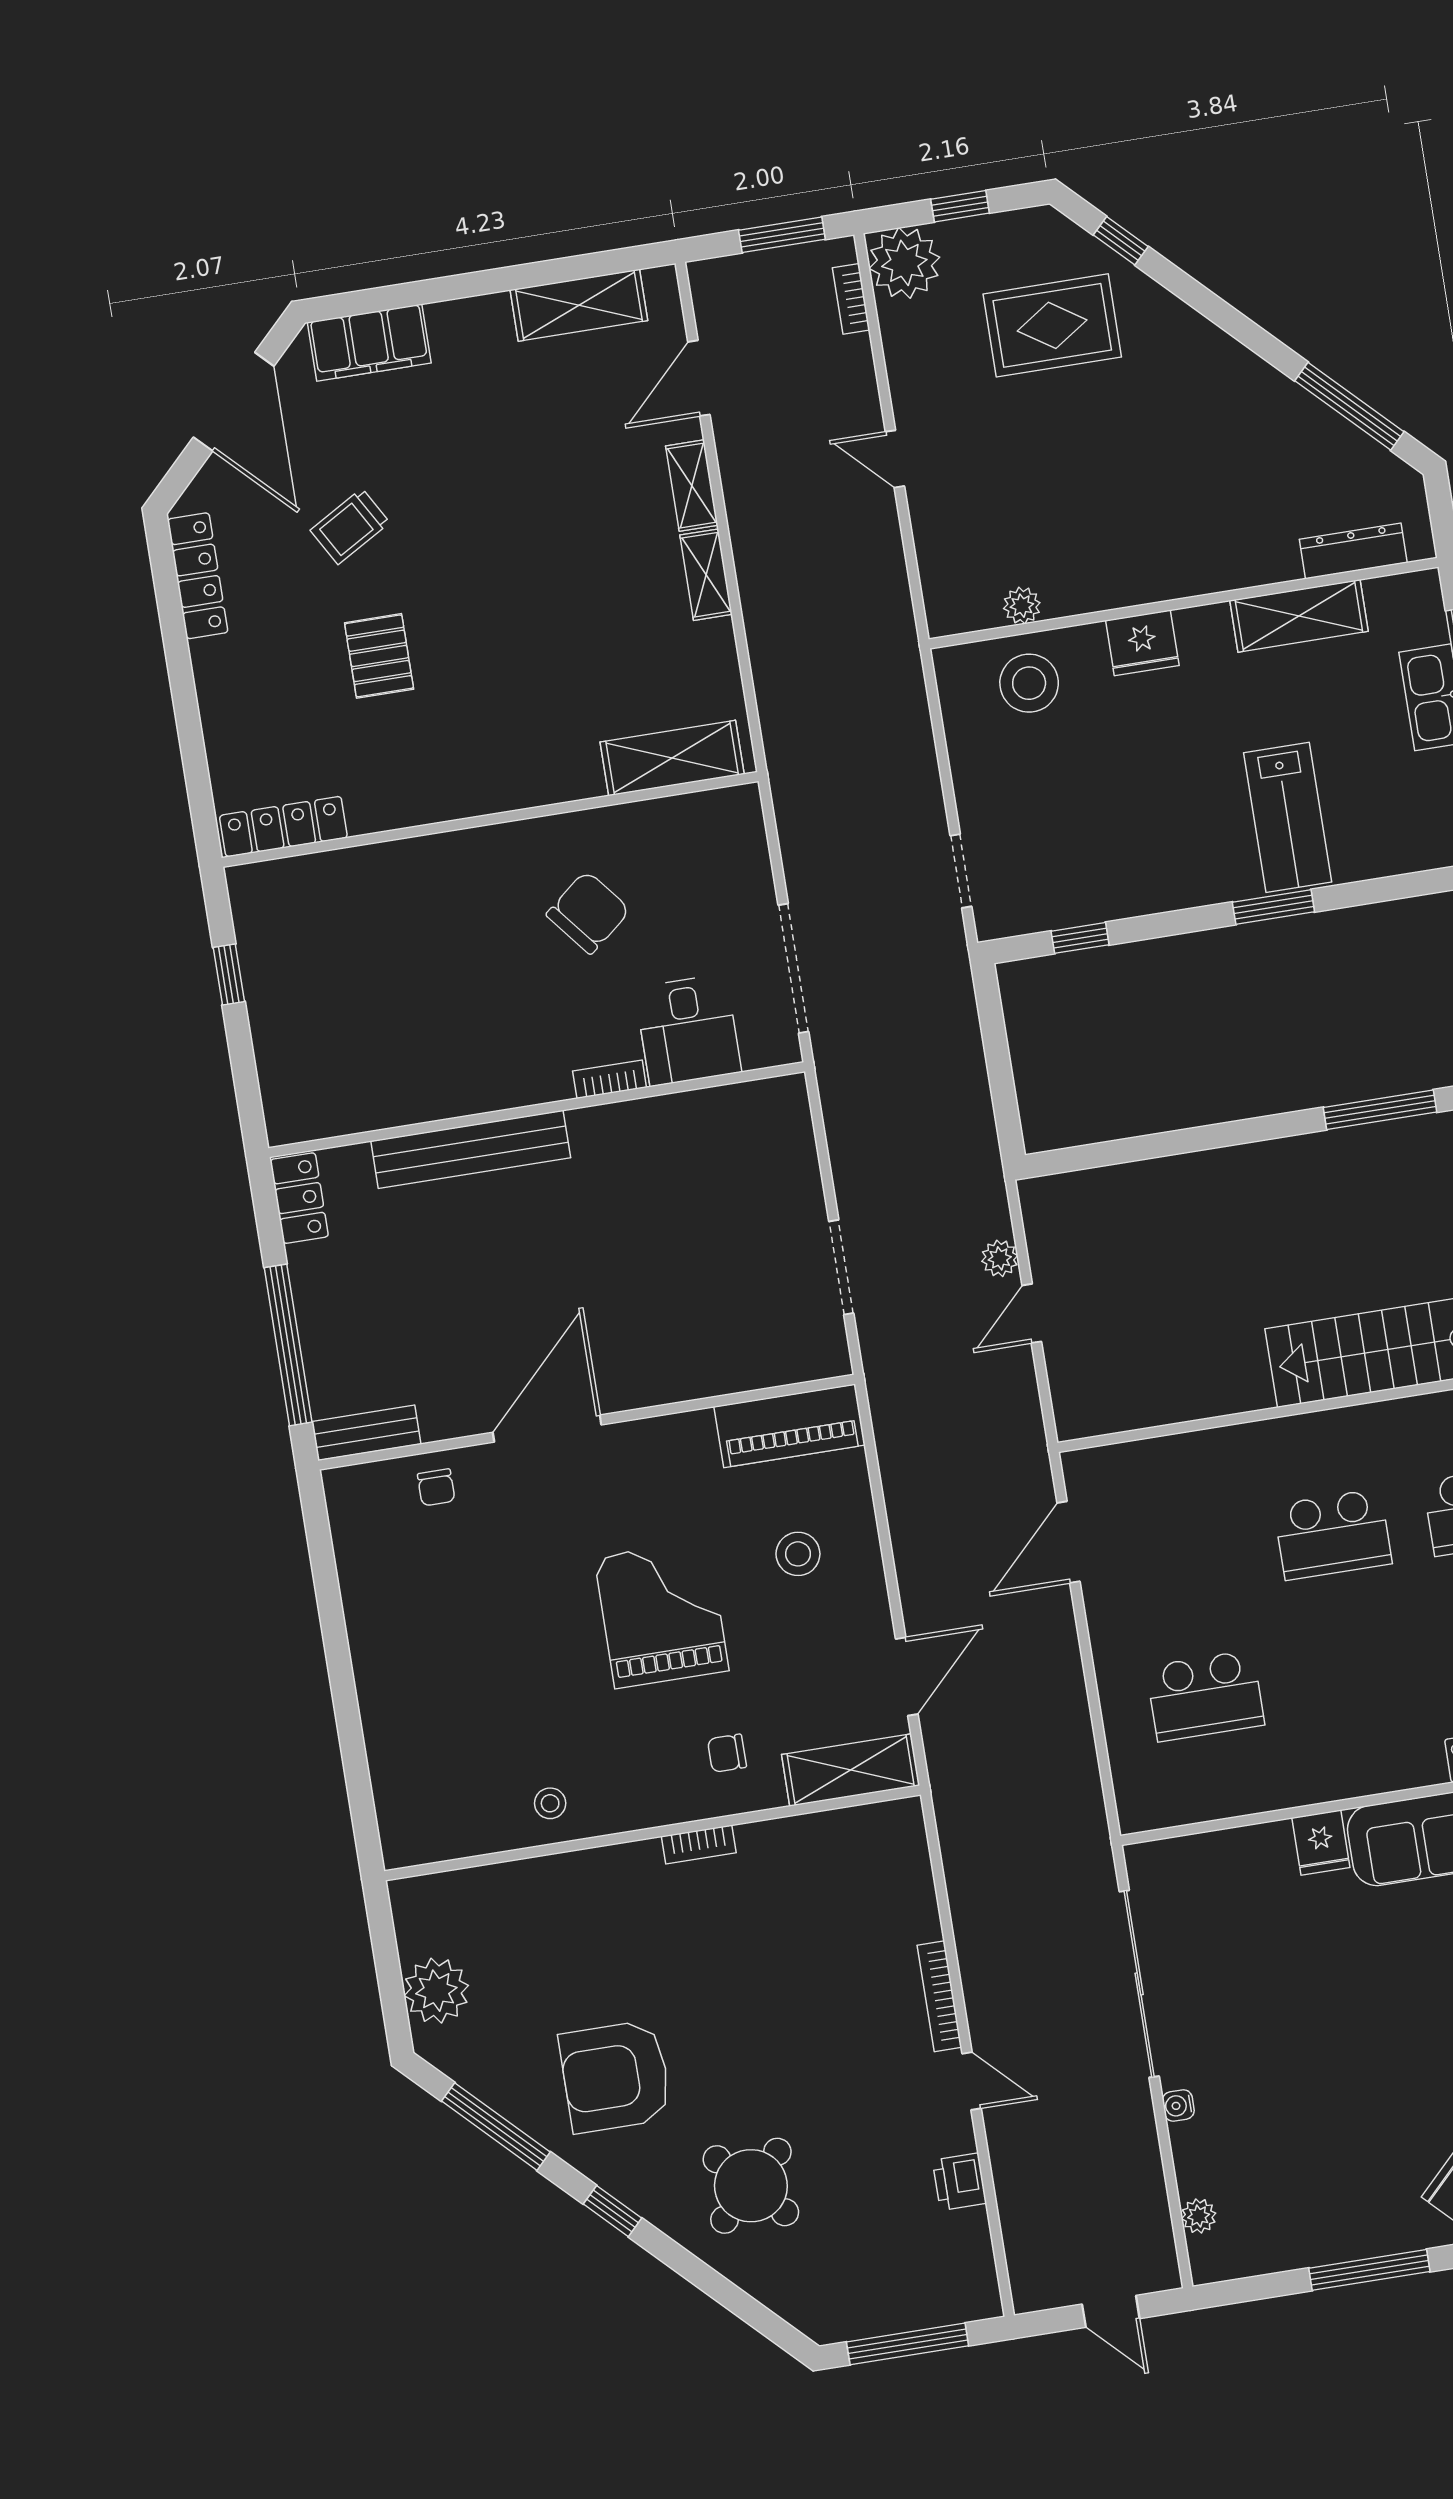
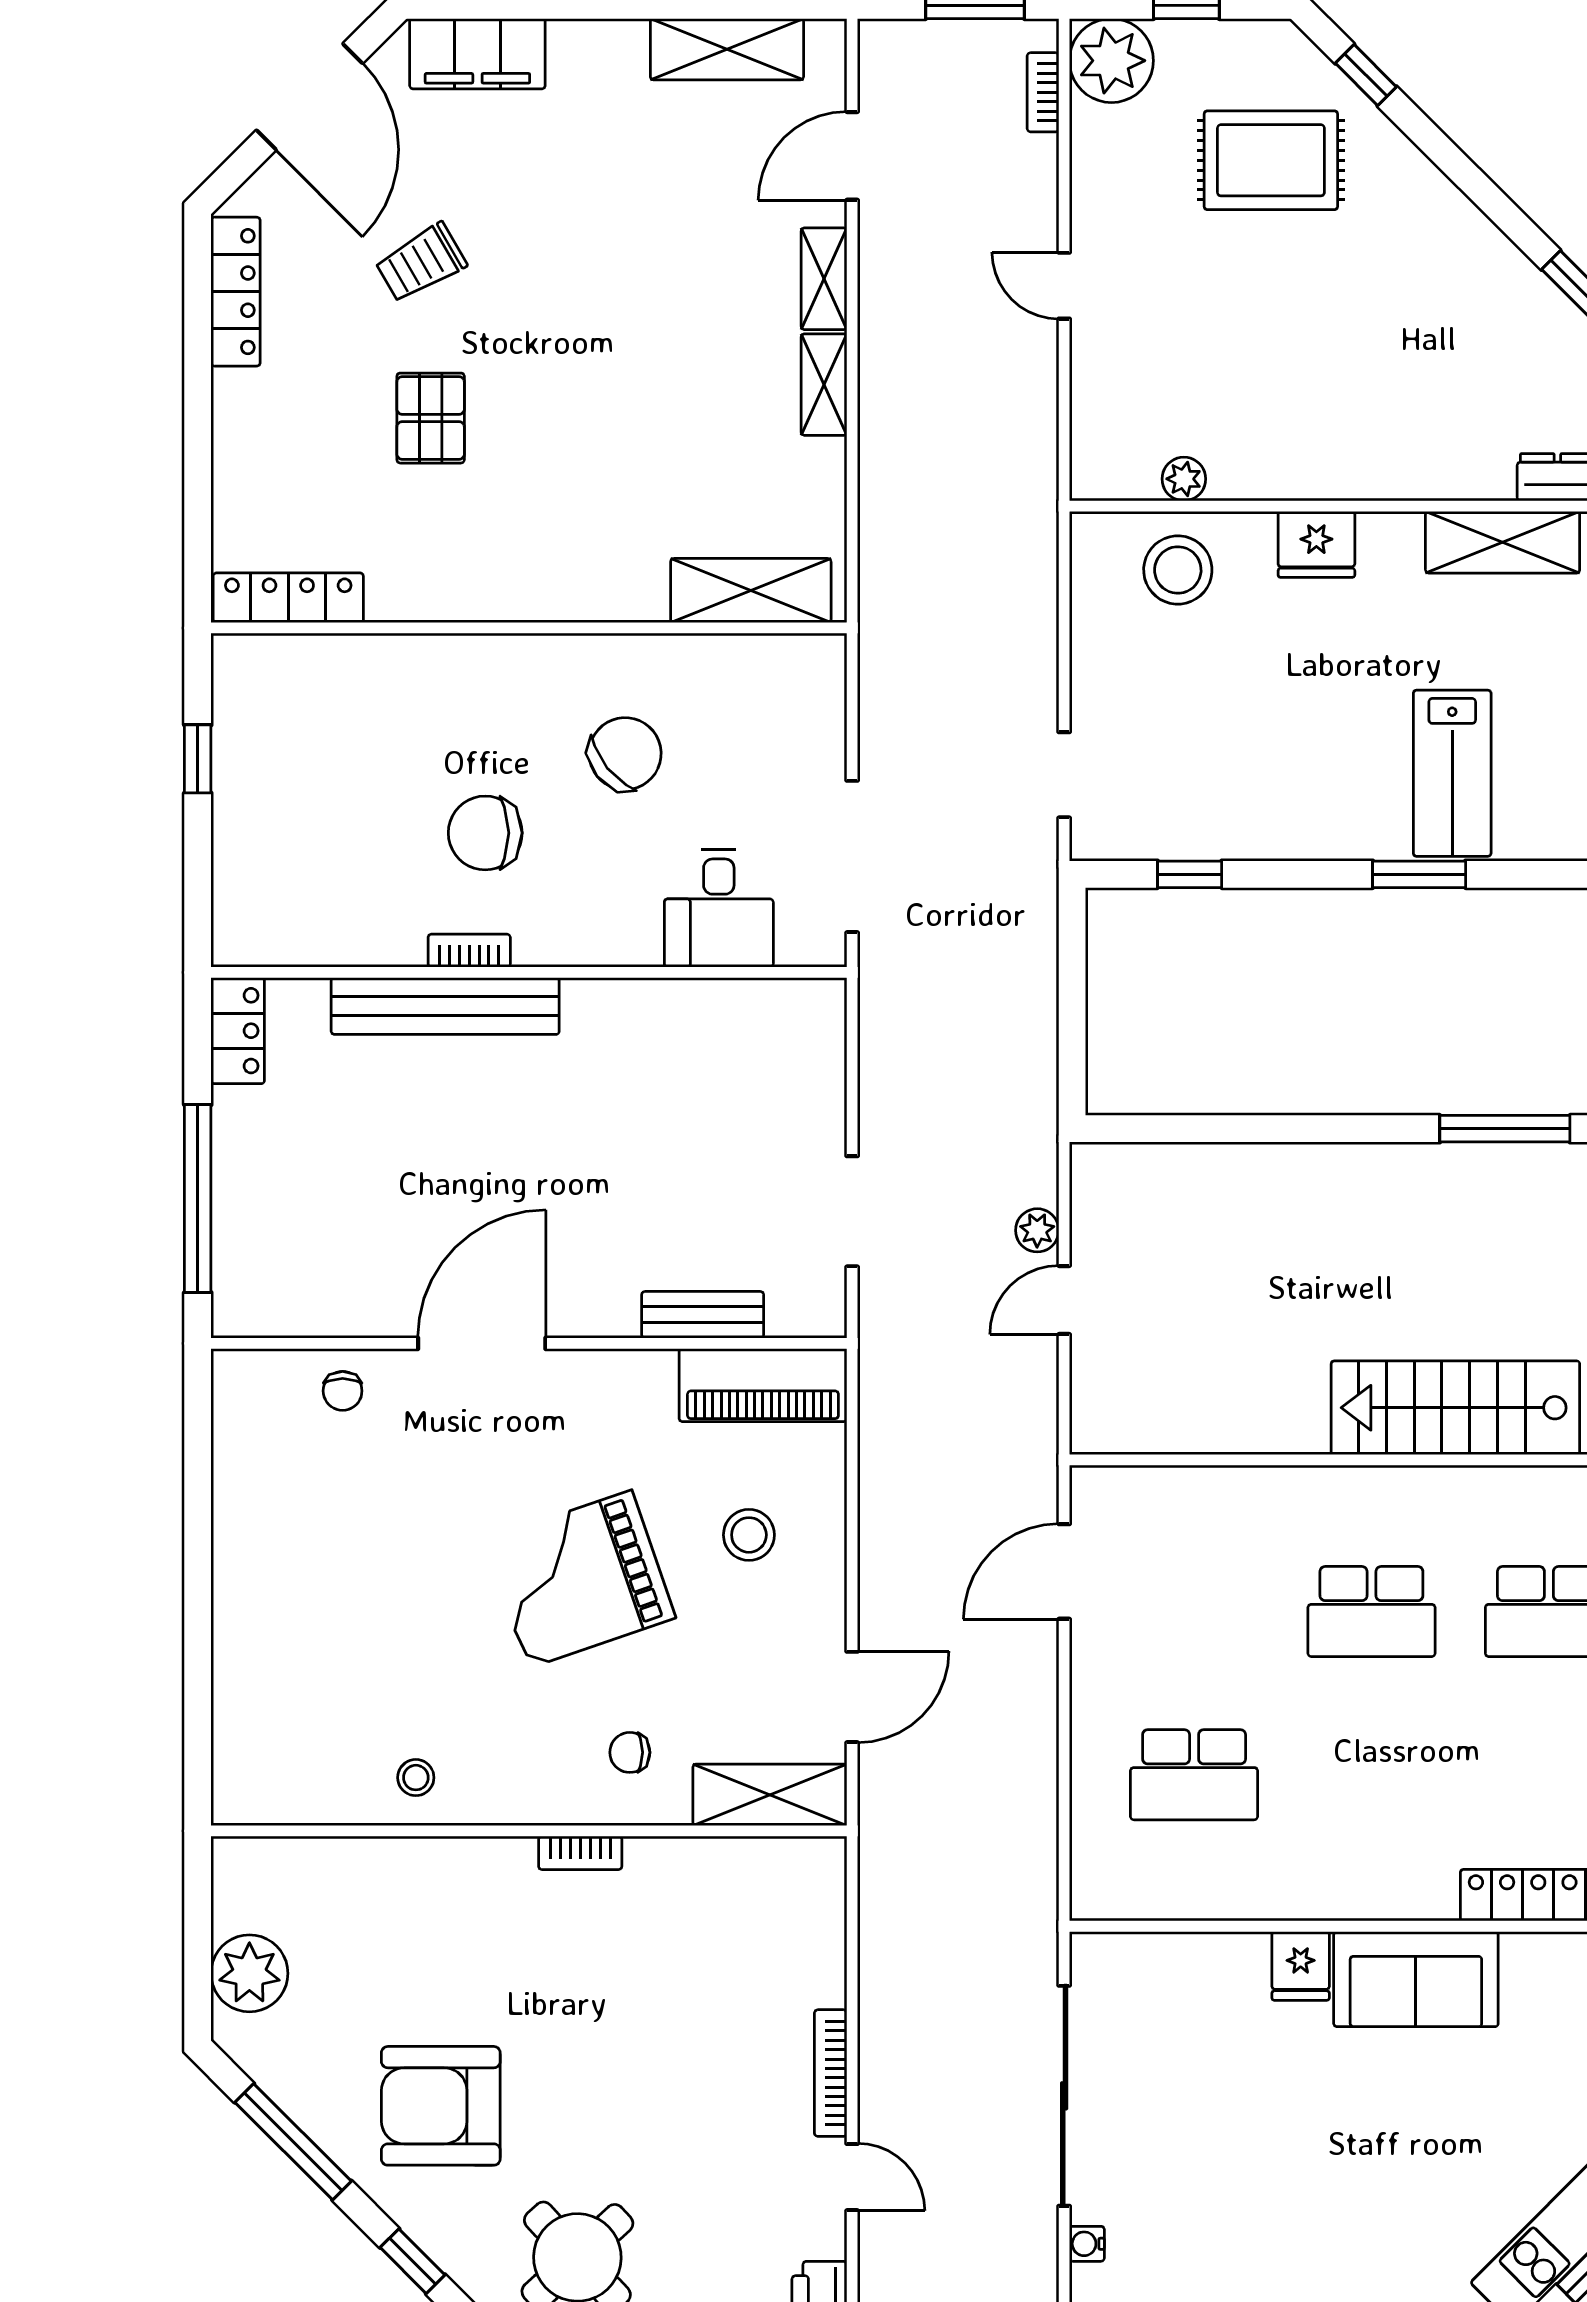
chair: (481, 998) -> (485, 833), added
bookcase: (610, 1079) -> (469, 951), moved
bench: (366, 1433) -> (703, 1315), moved
grand piano: (662, 1614) -> (580, 1579), turned -109

